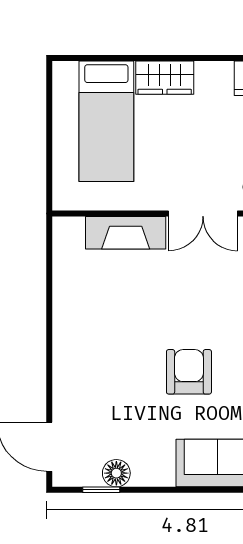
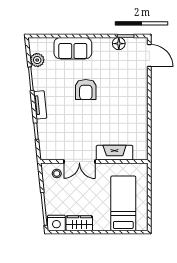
wardrobe: (165, 78) -> (79, 223), moved
double door: (203, 213) -> (79, 161), swing flipped

